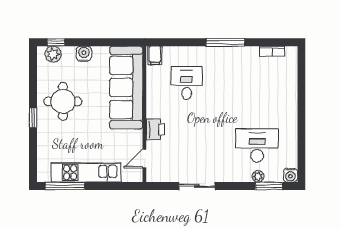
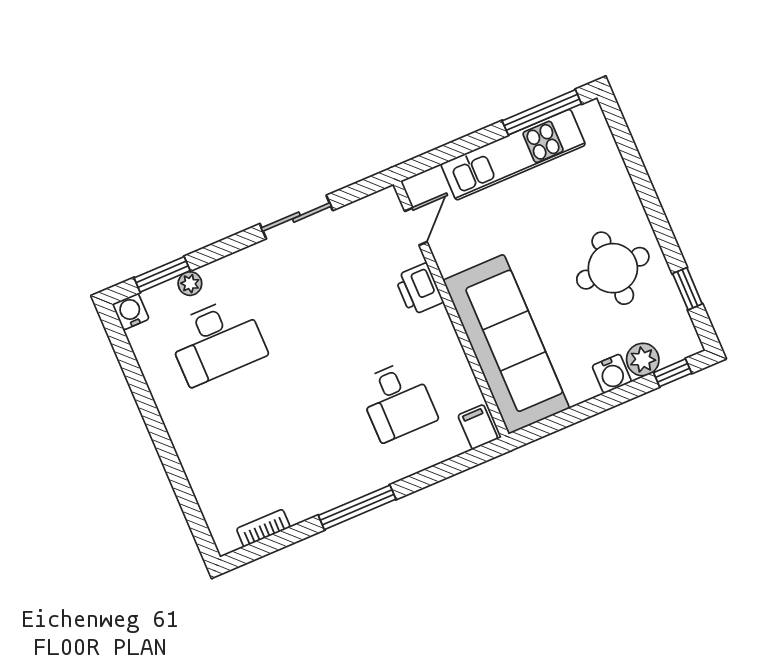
plant: (53, 54) -> (643, 360), moved
window: (33, 118) -> (687, 289), moved

